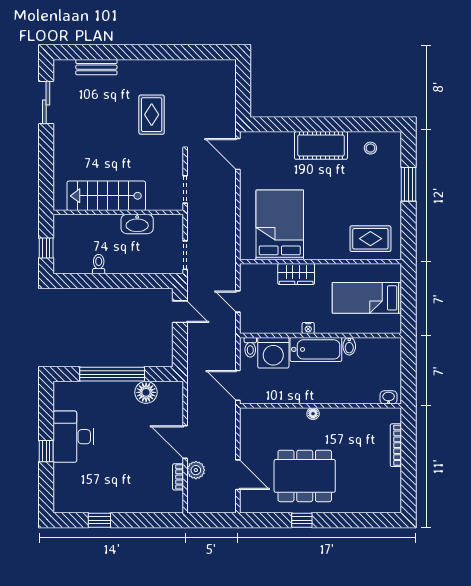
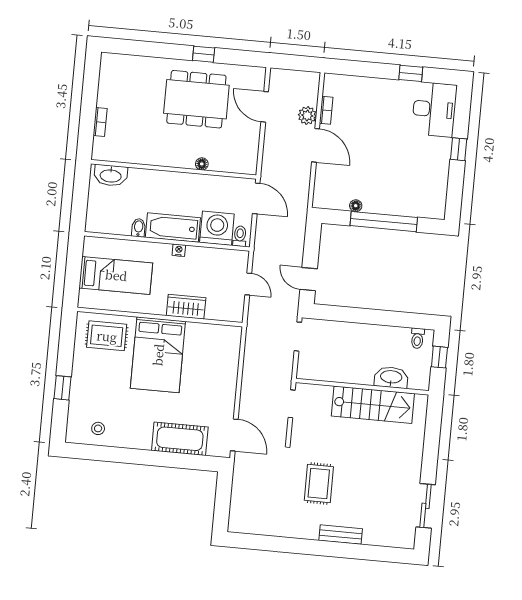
bench: (96, 67) -> (341, 535), moved
cot: (321, 145) -> (180, 439), moved
window: (409, 184) -> (62, 388), width x0.67
washbasin: (137, 224) -> (391, 377), moved
bed: (280, 225) -> (158, 355), moved
toilet: (99, 264) -> (417, 338), moved
floor lamp: (146, 392) -> (356, 206), width x0.53, depth x0.53
washbasin: (389, 397) -> (111, 175), width x1.91, depth x1.45
floor lamp: (313, 414) -> (202, 164), moved
desk: (73, 437) -> (434, 109), moved
bookcase: (396, 445) -> (100, 122), width x0.64

